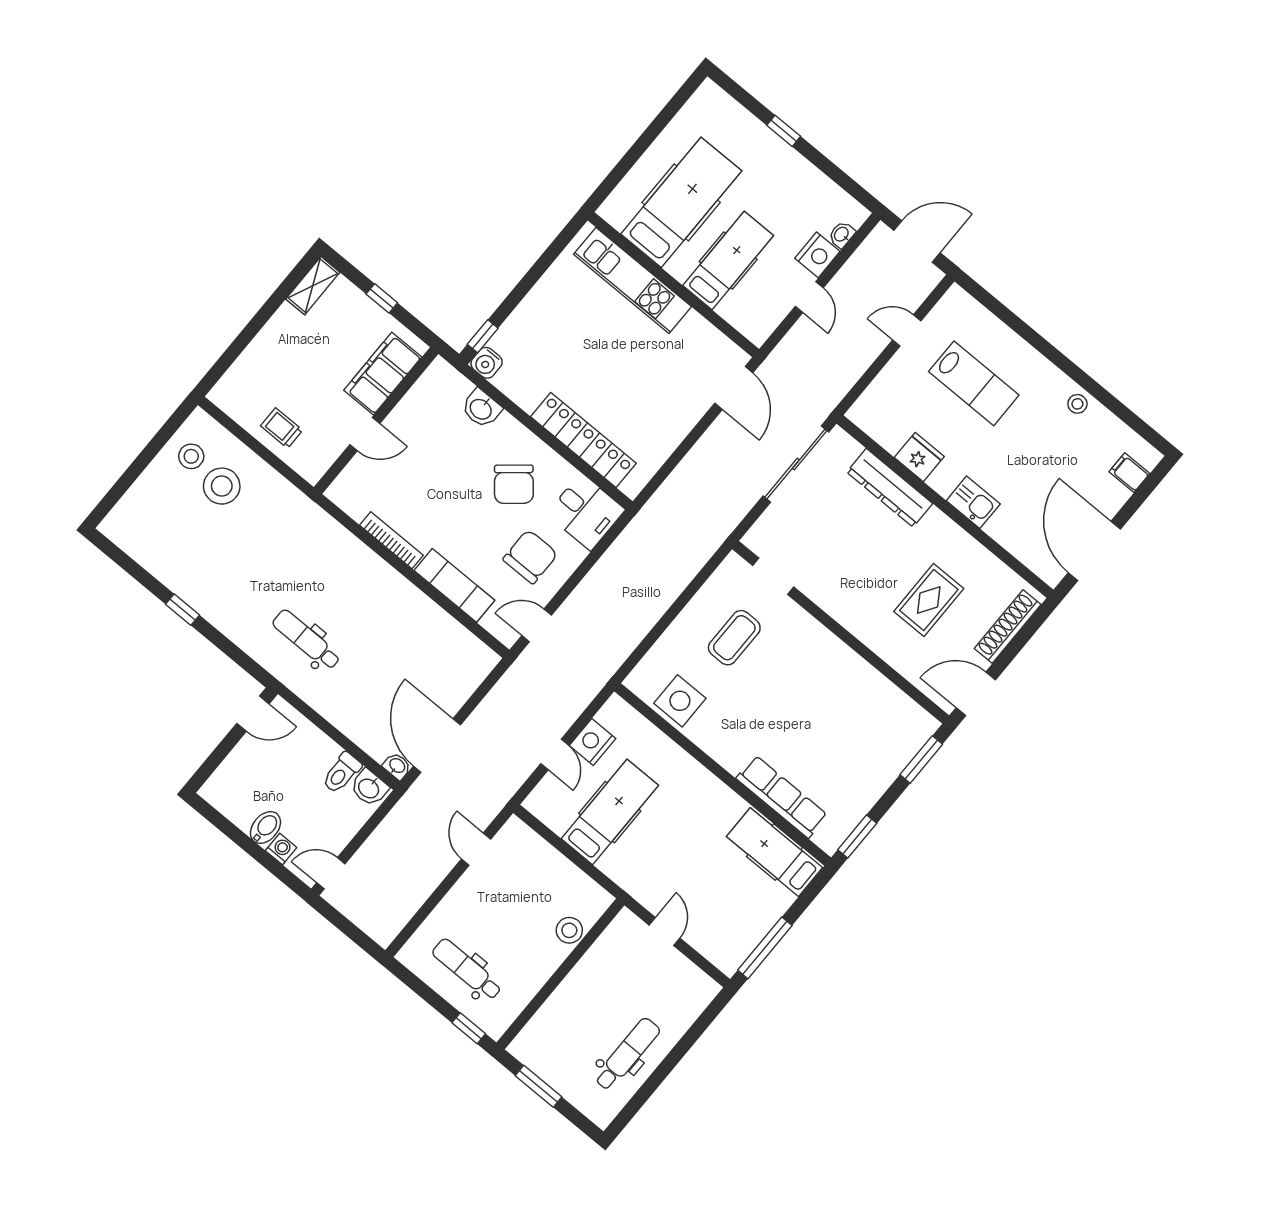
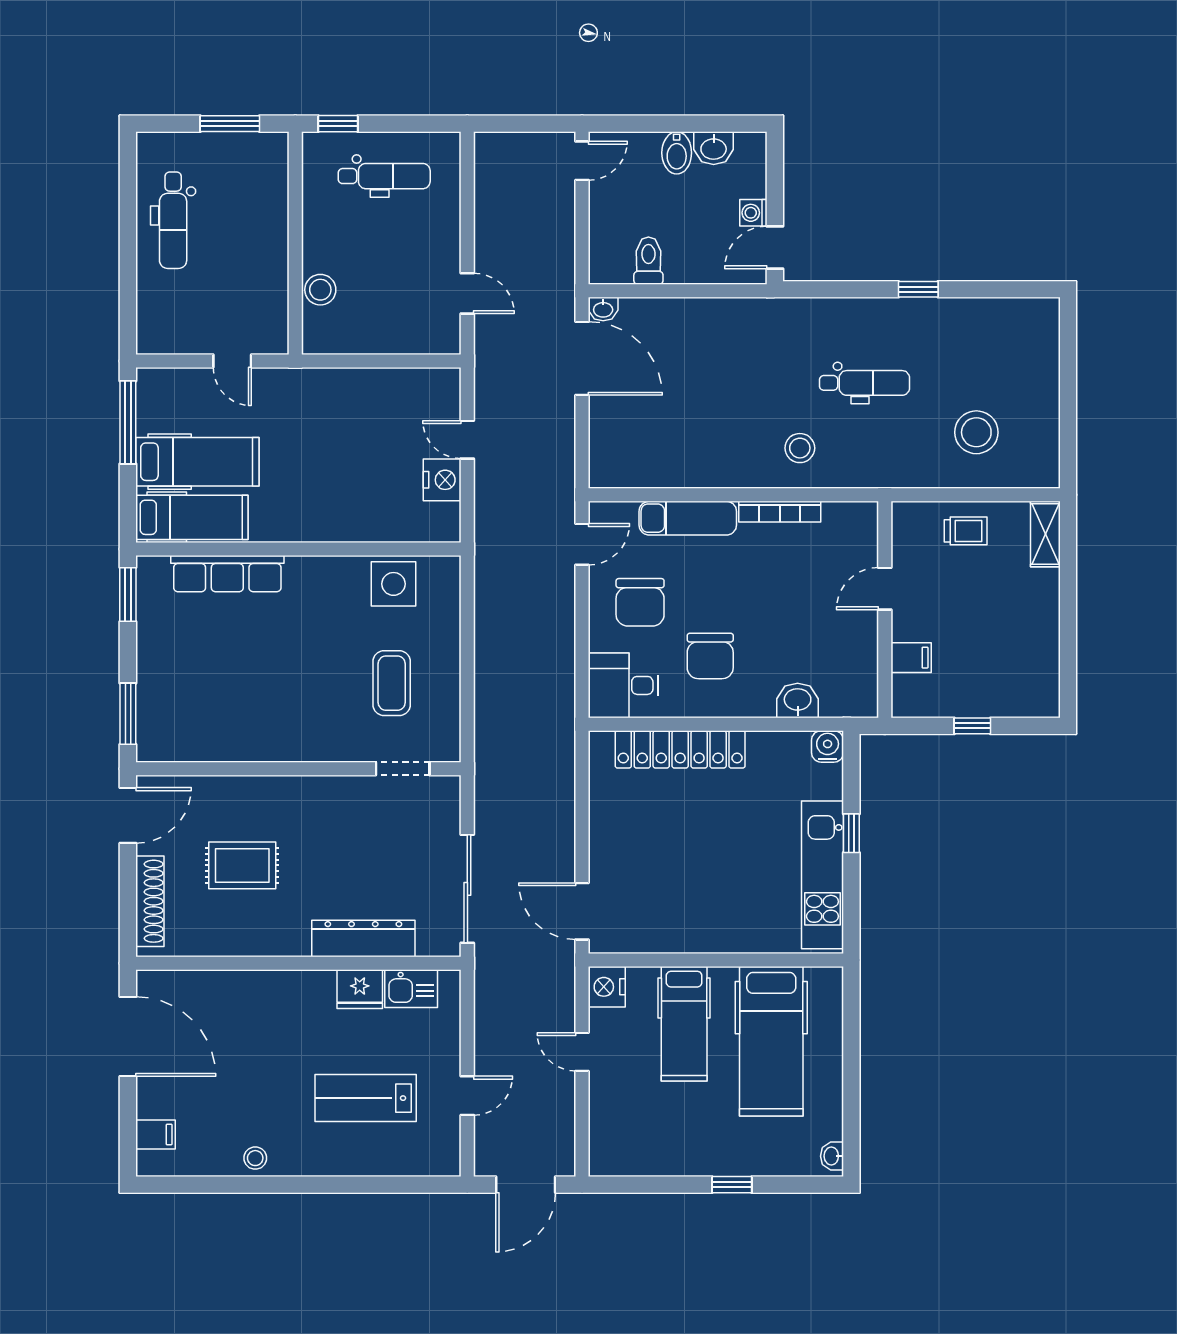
washbasin: (842, 235) -> (832, 1156), moved, turned 180
nightstand: (817, 255) -> (607, 987), moved
kitchen unit: (633, 280) -> (822, 875), moved, turned -90
shelving: (313, 286) -> (1045, 534), moved
window: (483, 336) -> (851, 833), moved
filing cabinet: (383, 374) -> (911, 658), width x0.33, depth x0.86
stool: (191, 456) -> (800, 448), moved
chair: (514, 484) -> (710, 656), turned -140
kitchen sink: (973, 502) -> (411, 989), moved
rug: (929, 600) -> (242, 865), turned 90
dental chair: (306, 640) -> (865, 383), moved
washbasin: (369, 788) -> (714, 148), moved, turned 180
hospital bed: (610, 812) -> (197, 462), moved, turned -90
washing machine: (281, 849) -> (753, 213), moved, turned 90

